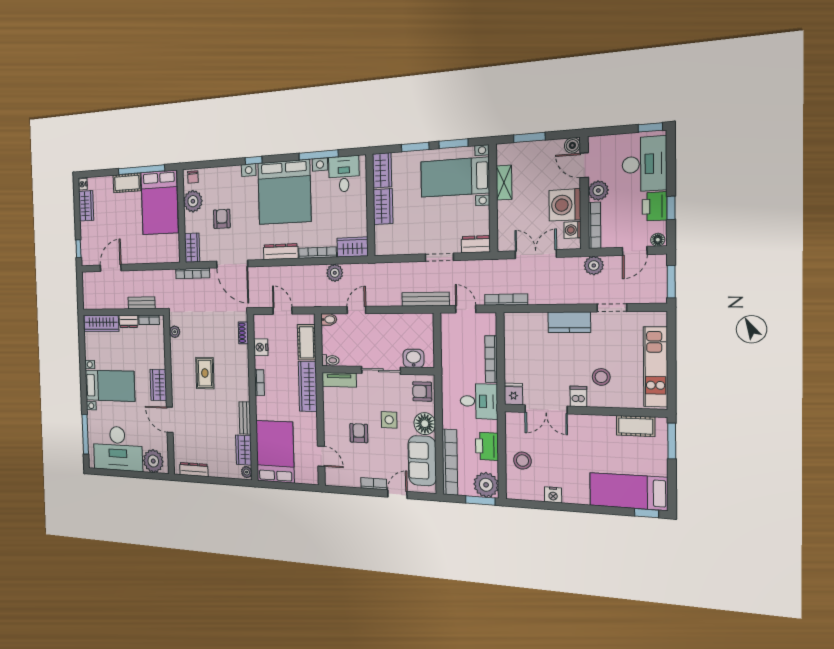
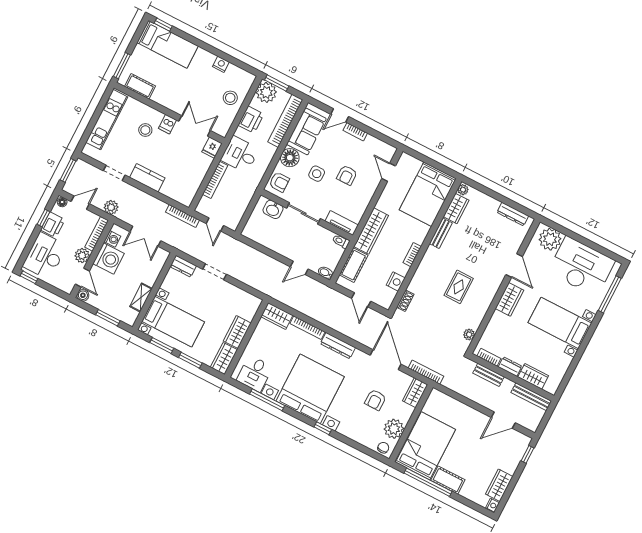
plant: (335, 273) -> (302, 305), removed
bench: (425, 299) -> (531, 397), moved
wardrobe: (101, 323) -> (533, 376), width x0.67

